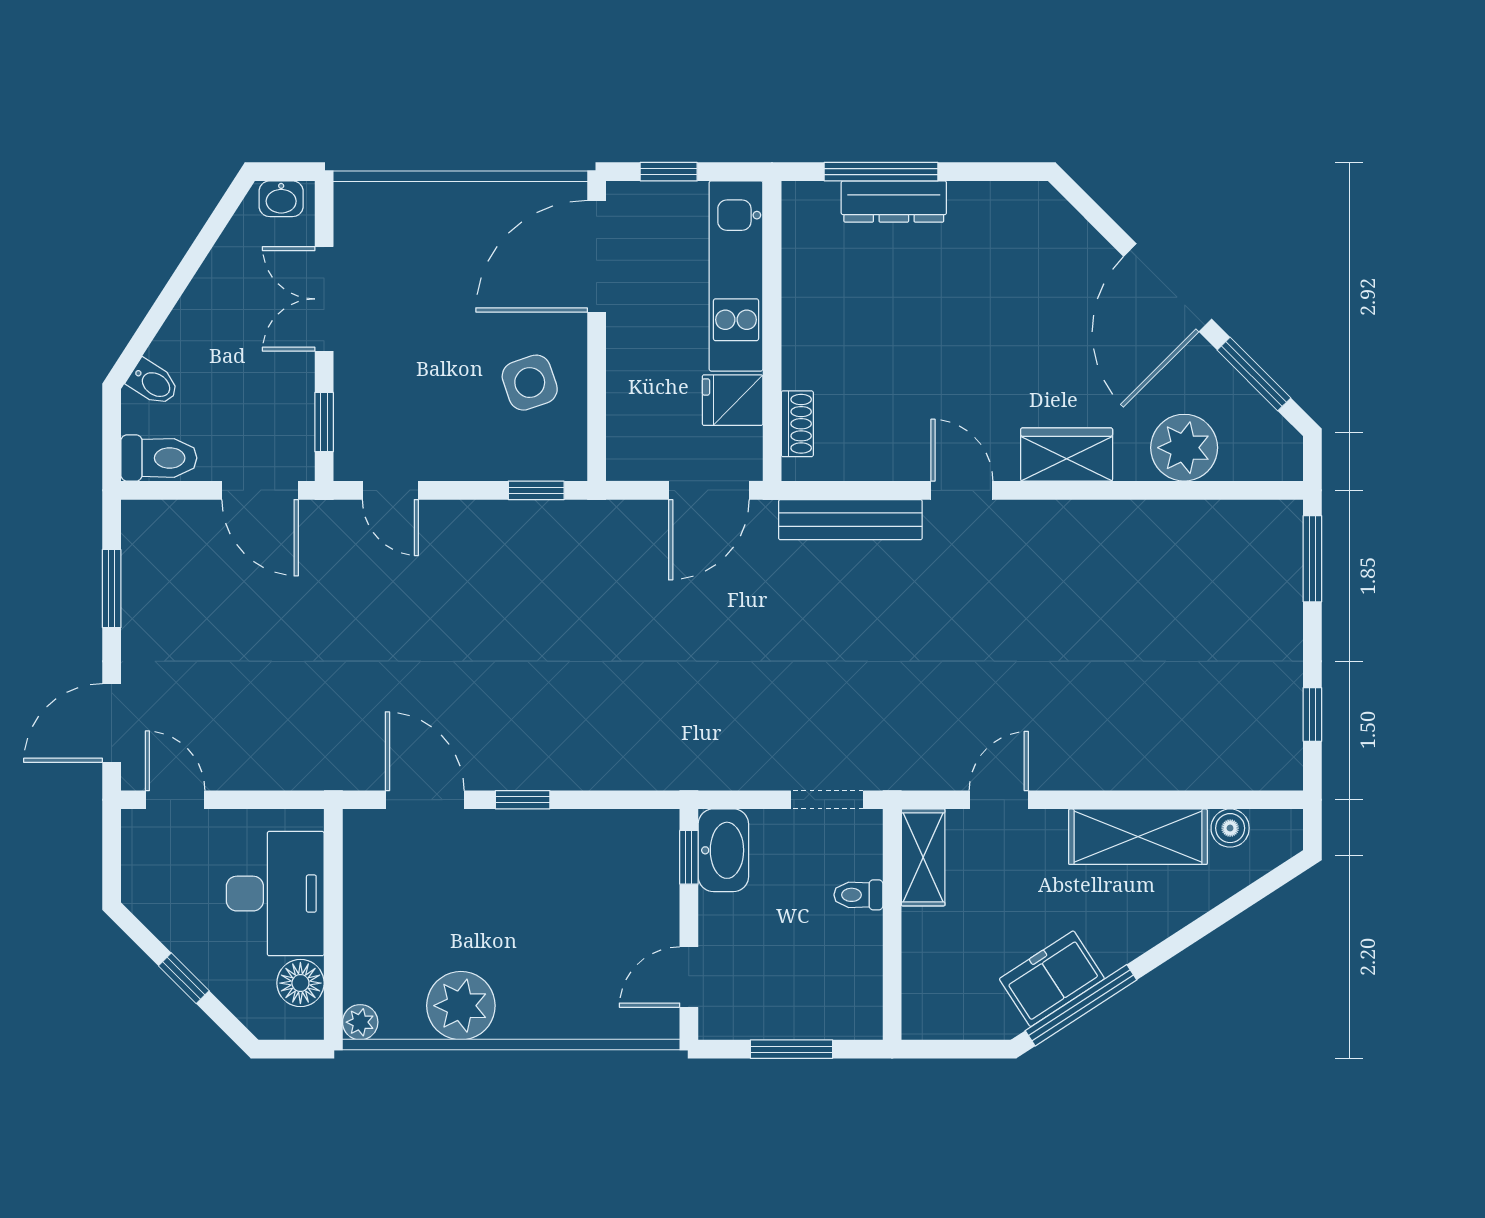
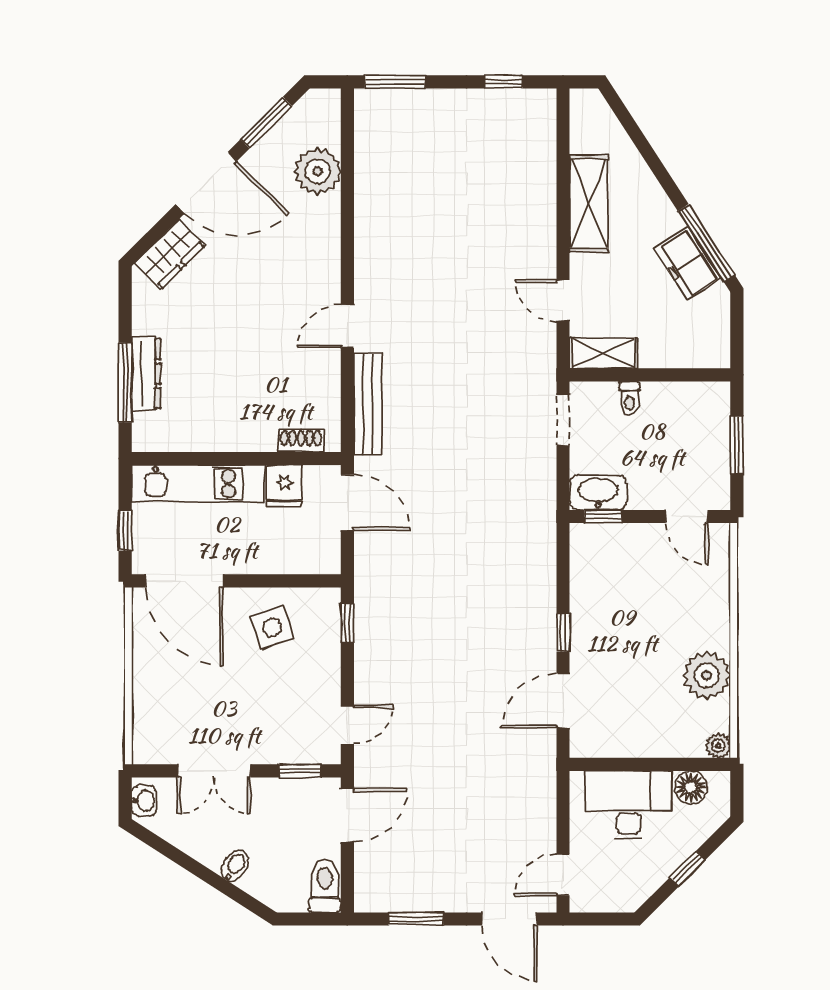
bidet: (153, 383) -> (235, 866), moved
wardrobe: (1067, 454) -> (170, 254), moved, turned -135
boiler: (1230, 828) -> (583, 139), removed

